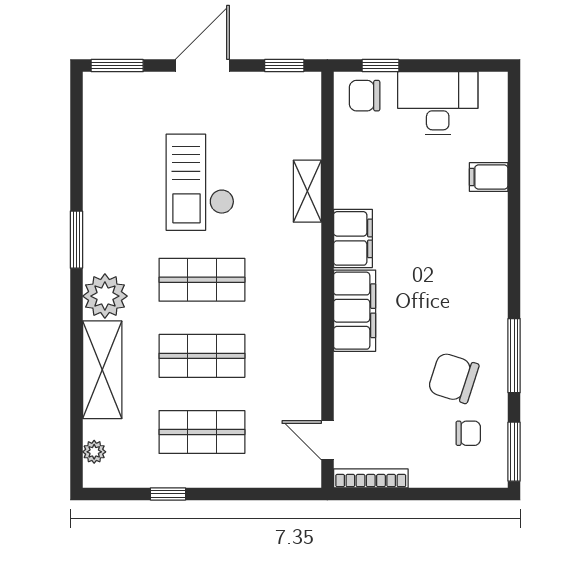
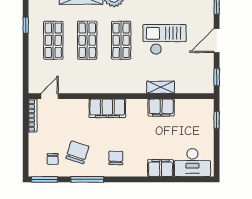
door: (202, 66) -> (217, 40), swing flipped
chair: (365, 96) -> (116, 158), moved
desk: (438, 103) -> (192, 163), moved, turned 90
filing cabinet: (489, 177) -> (161, 168), width x2.00
filing cabinet: (353, 238) -> (161, 108), moved

